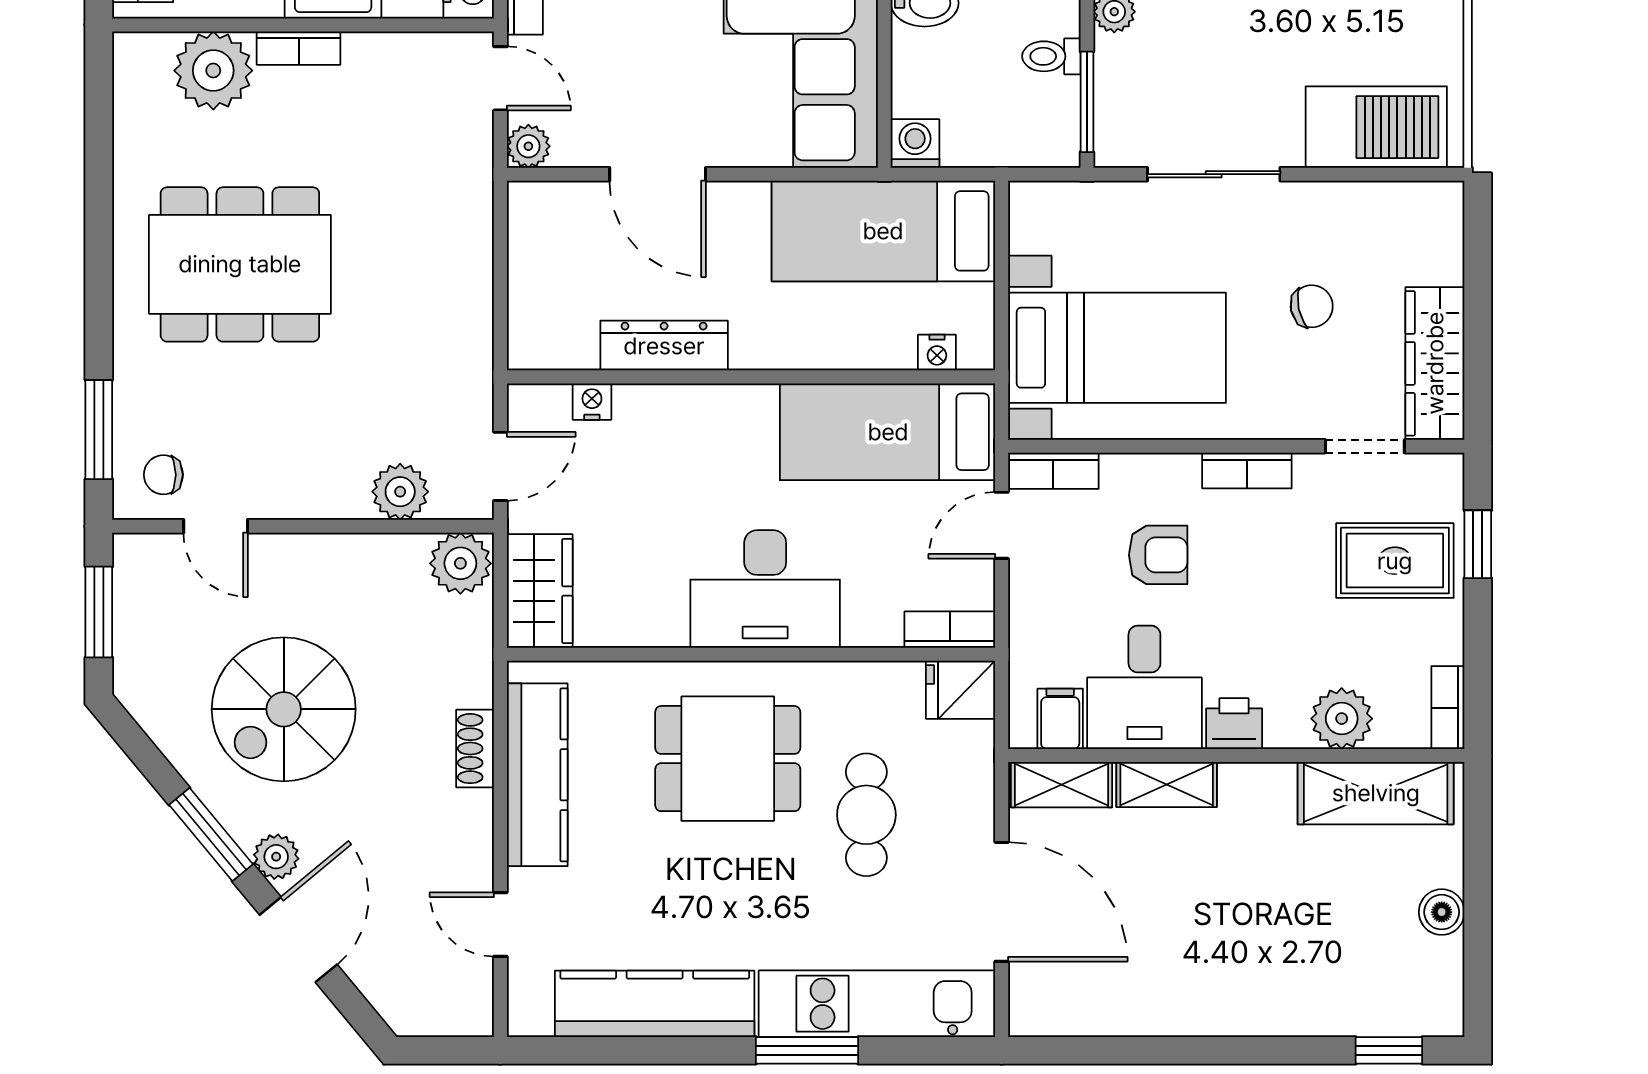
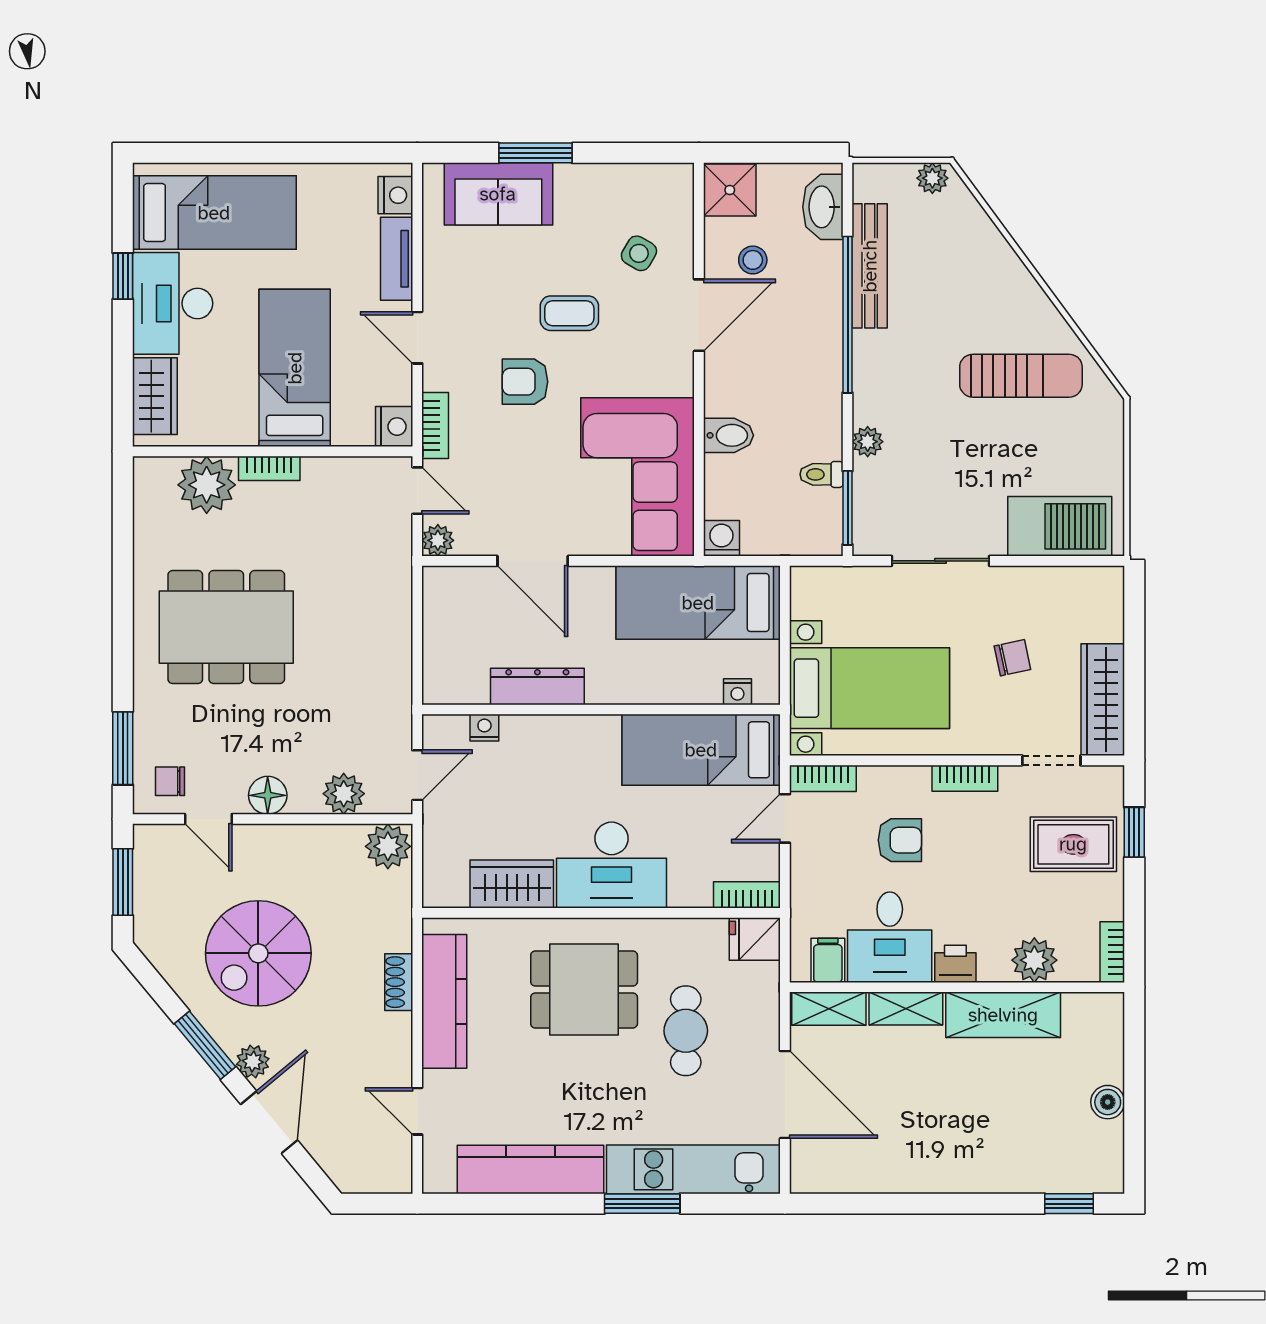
floor lamp: (296, 494) -> (268, 795), added
wardrobe: (540, 591) -> (512, 884), moved, turned -90
shelving: (1376, 793) -> (1003, 1015), moved

